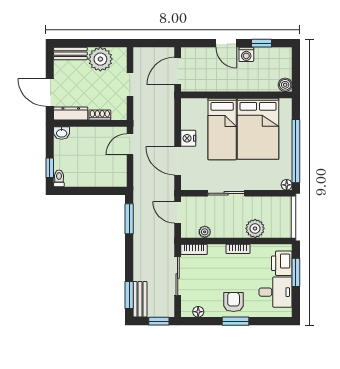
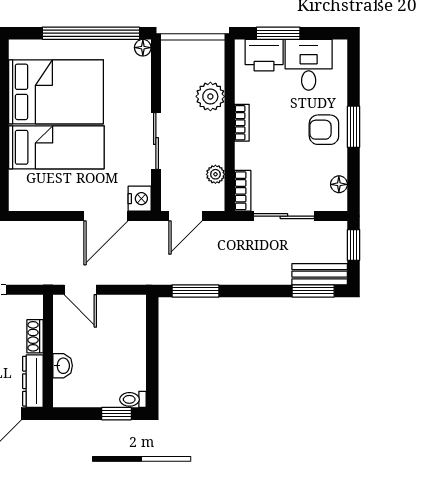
washbasin: (62, 133) -> (63, 366), moved
nightstand: (188, 138) -> (140, 199), moved, turned -90

